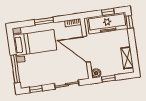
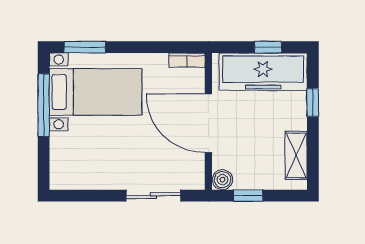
window: (44, 21) -> (85, 47), moved
window: (129, 22) -> (313, 102), moved
window: (15, 69) -> (44, 105), moved
window: (36, 89) -> (83, 196), removed

